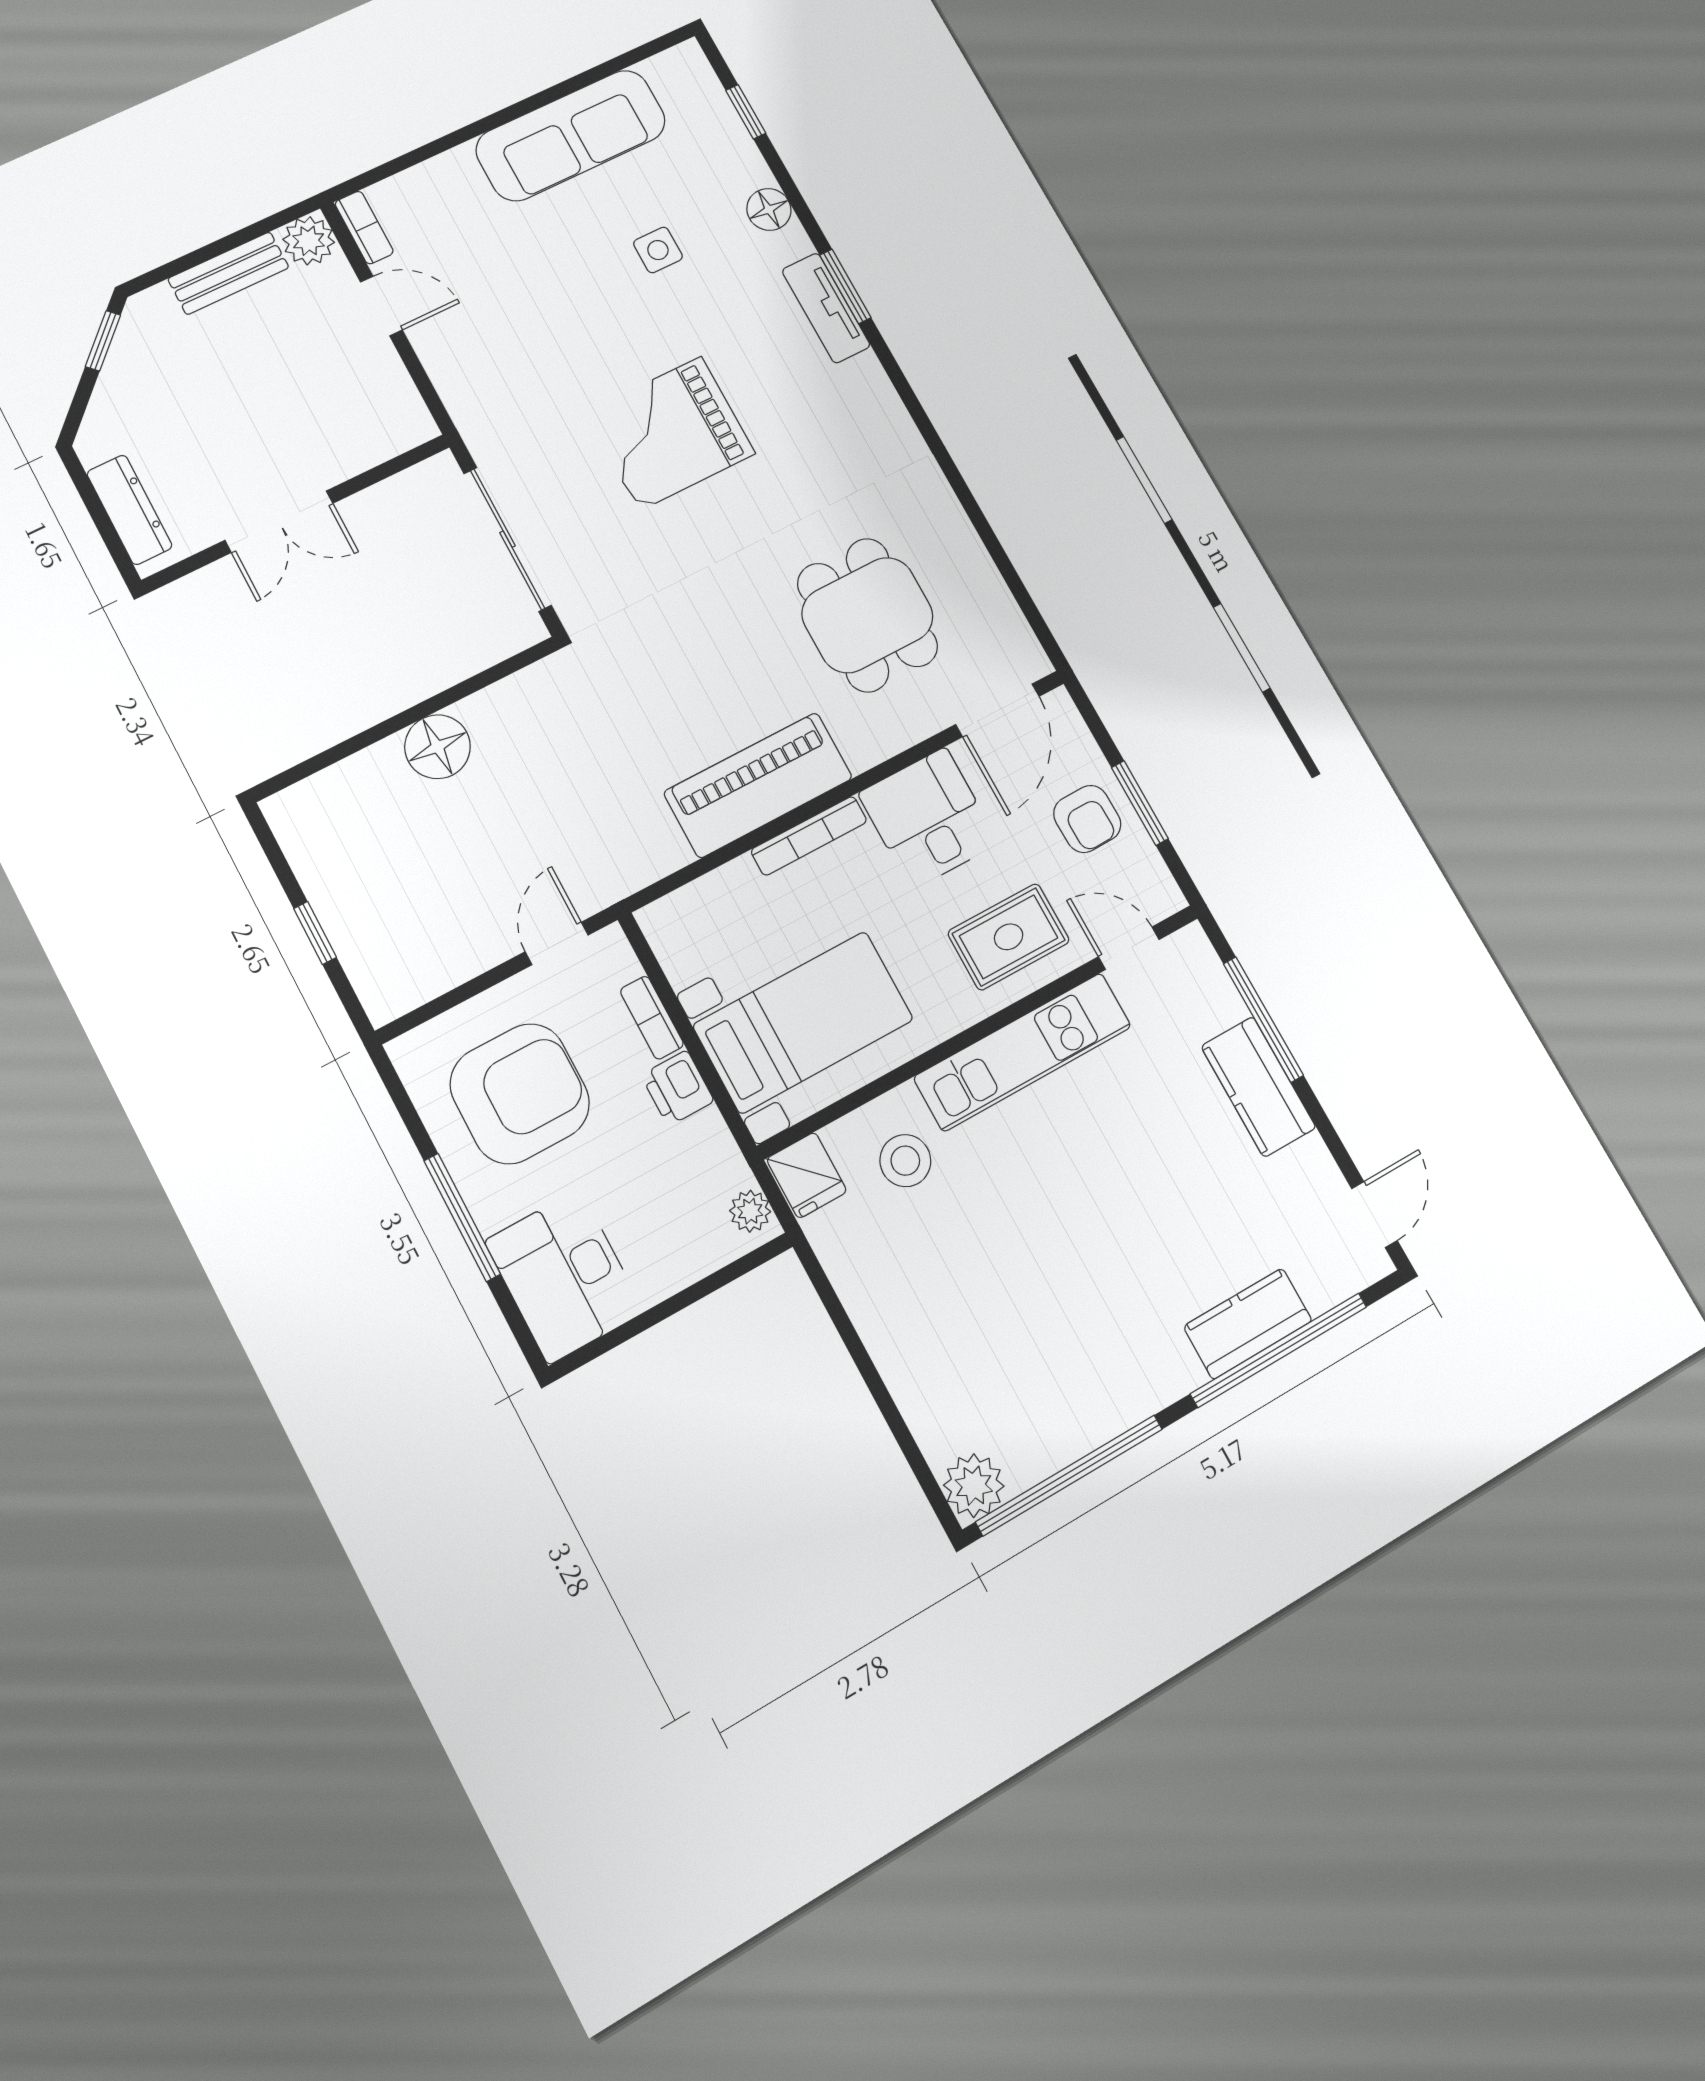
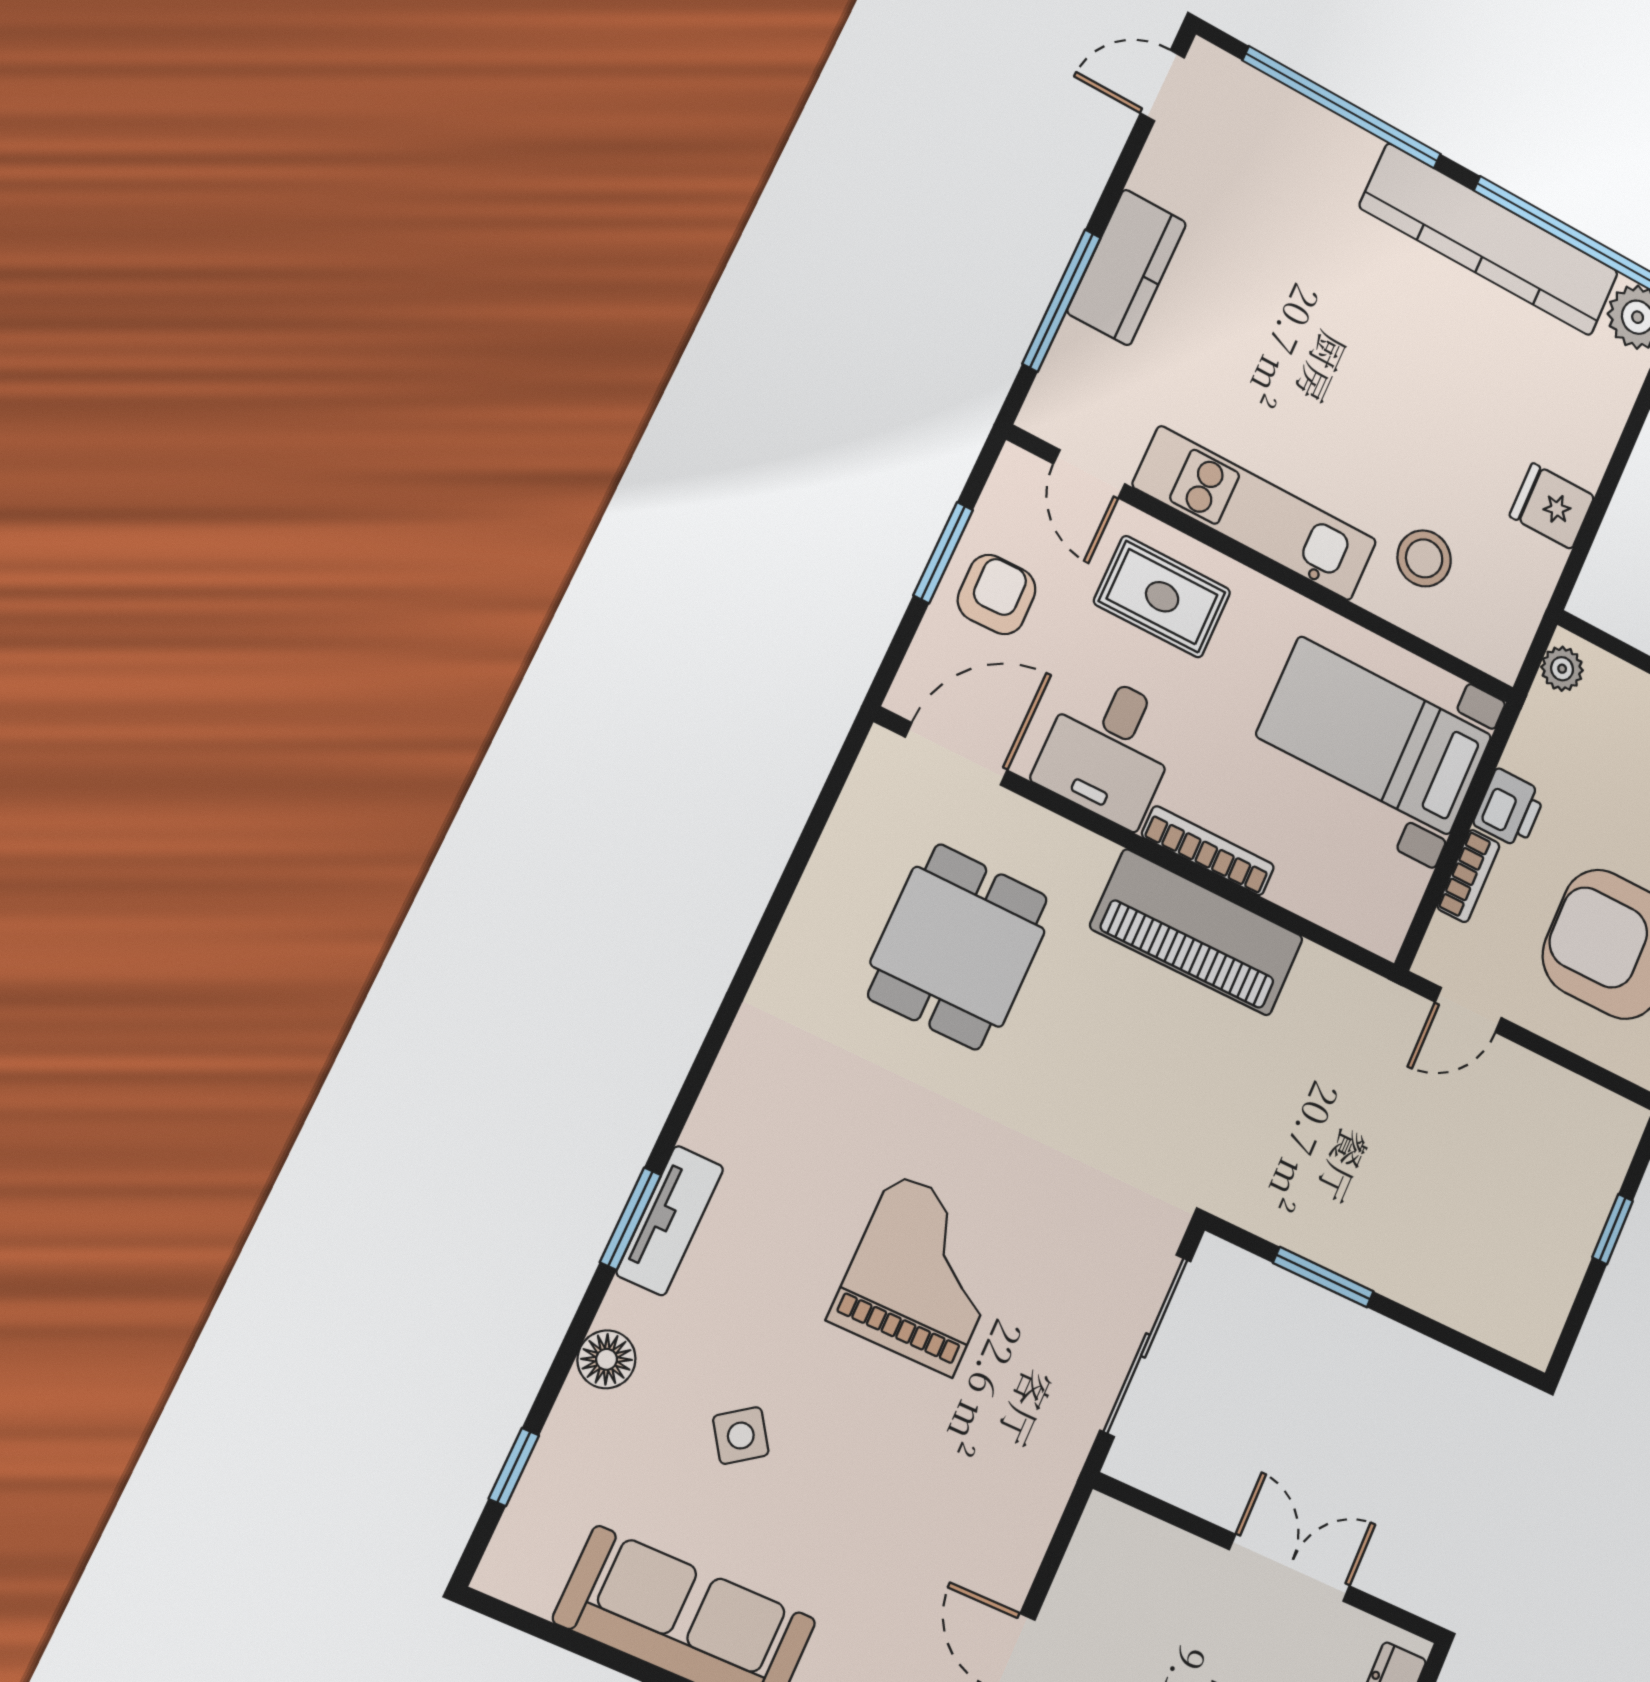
side table: (658, 250) -> (741, 1436), turned -35
grand piano: (670, 433) -> (923, 1274), turned -90
window: (454, 694) -> (1323, 1277), added
floor lamp: (438, 747) -> (1380, 1254), removed
fridge: (807, 1175) -> (1552, 506), moved, turned -90
kitchen counter: (1248, 1324) -> (1490, 240), moved, width x2.08, depth x1.17

